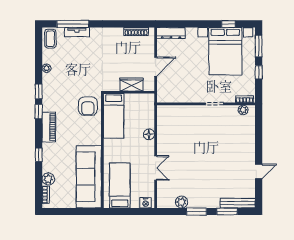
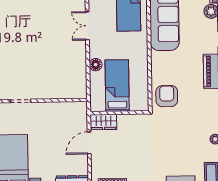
wardrobe: (132, 84) -> (103, 122), moved
bed: (114, 116) -> (117, 86), moved

